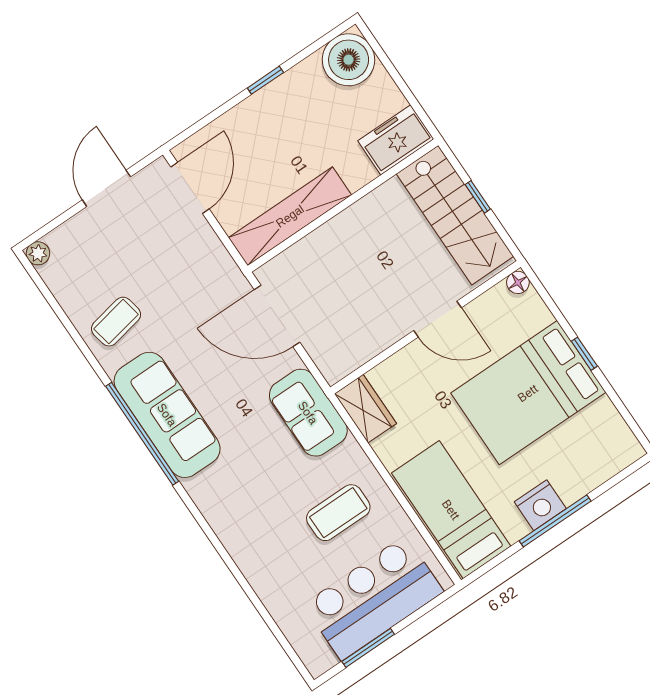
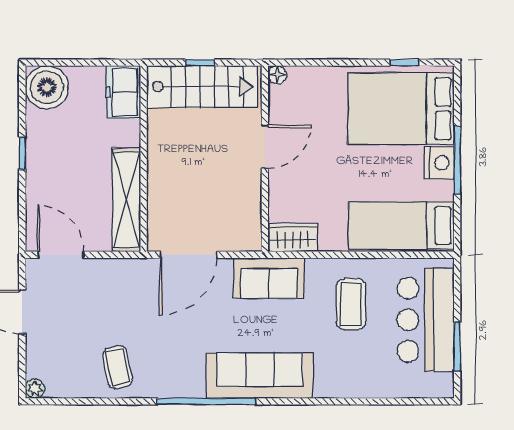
window: (584, 354) -> (404, 63), moved
bed: (528, 393) -> (401, 109), moved, turned 90
sofa: (167, 415) -> (260, 376), moved

